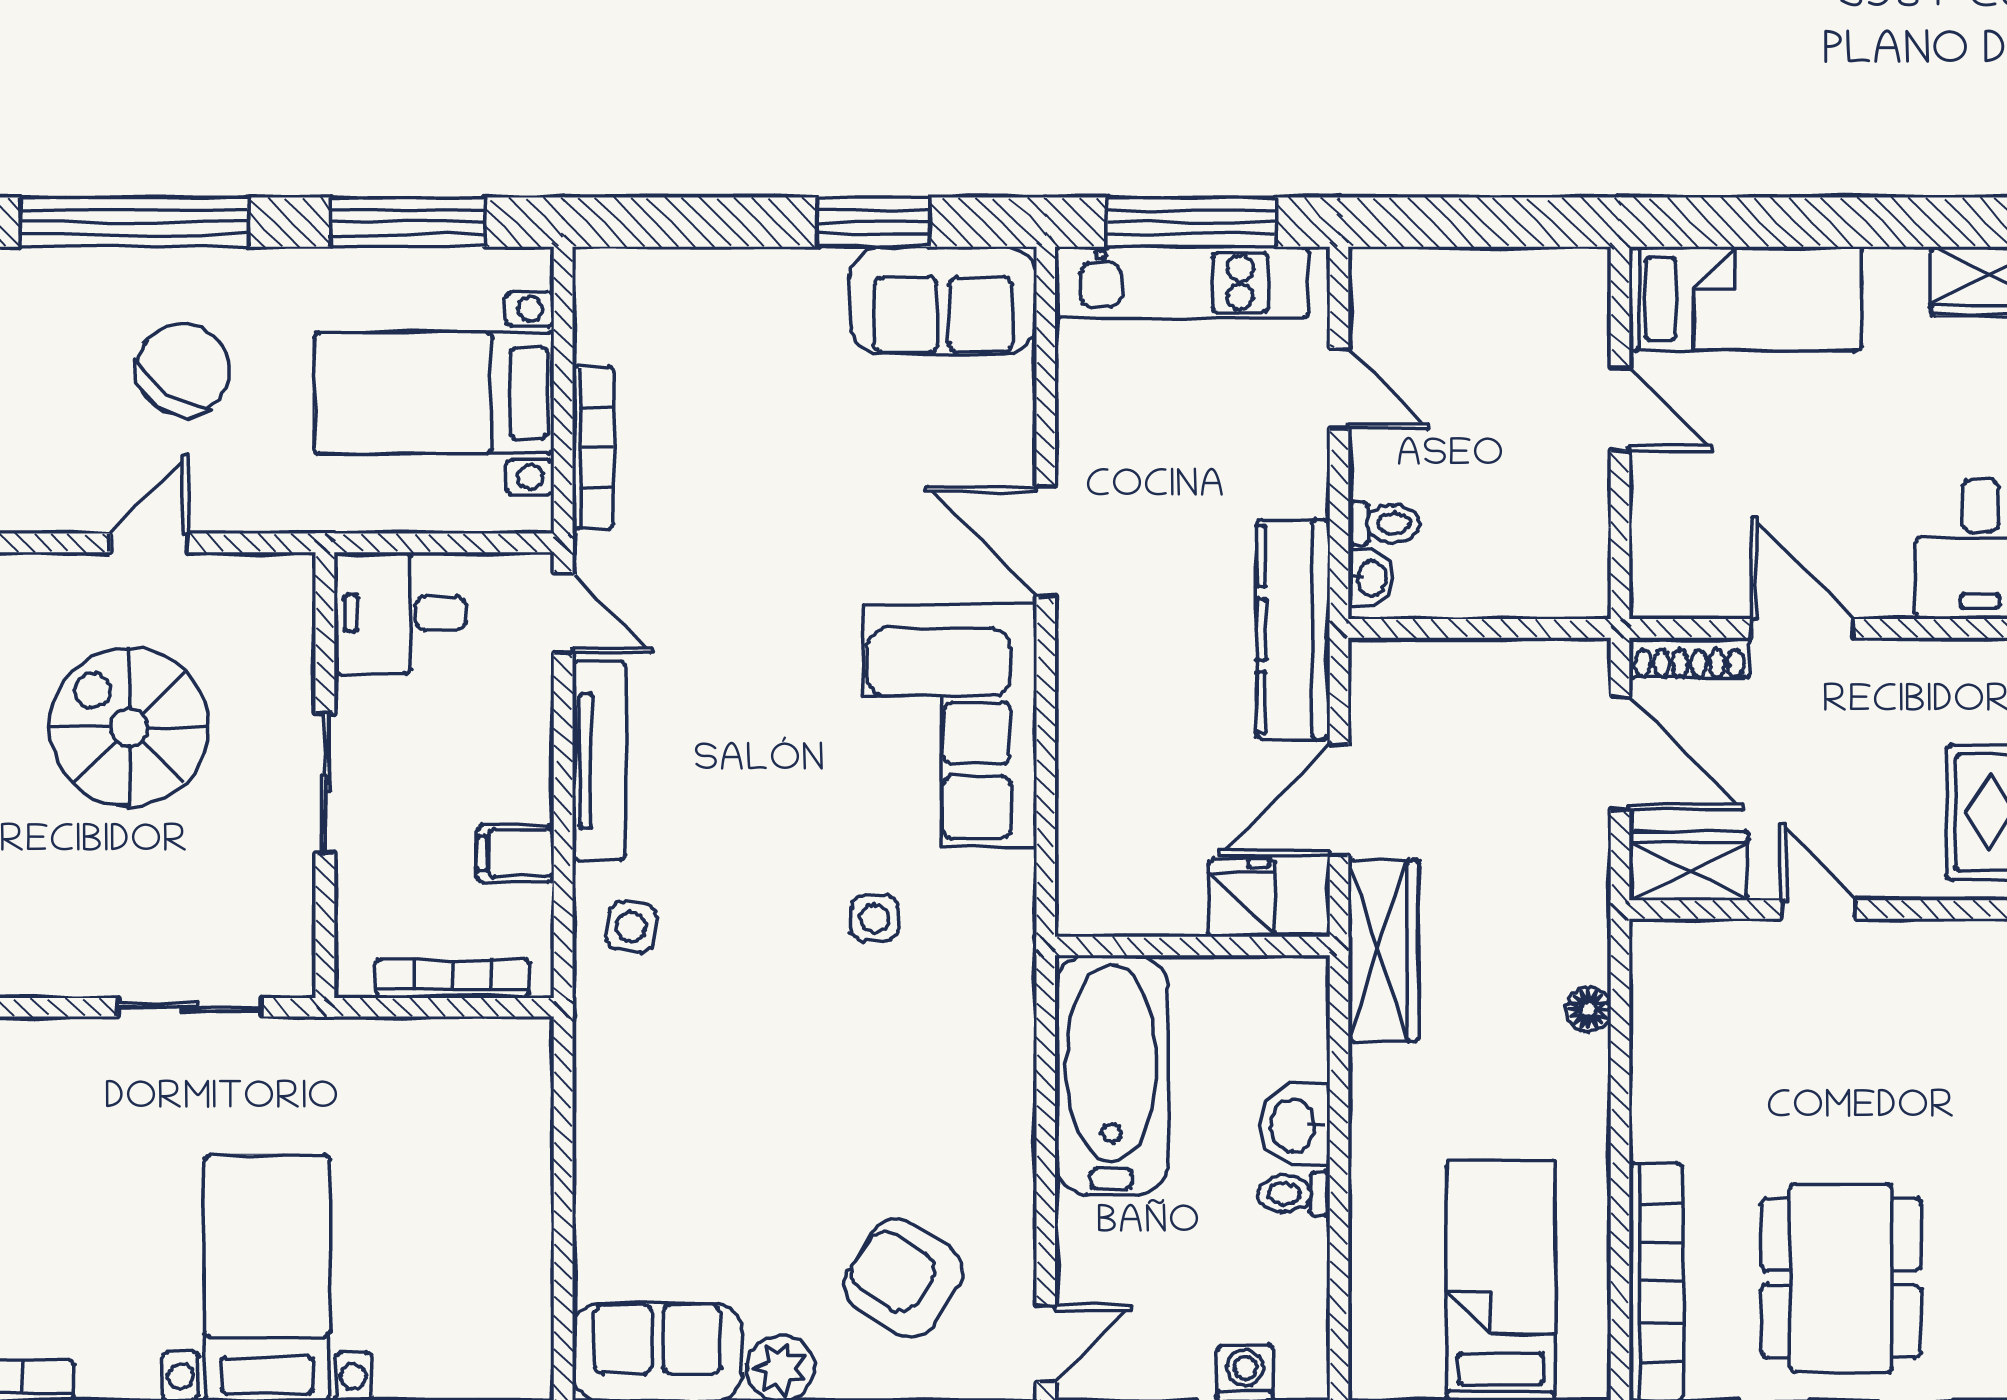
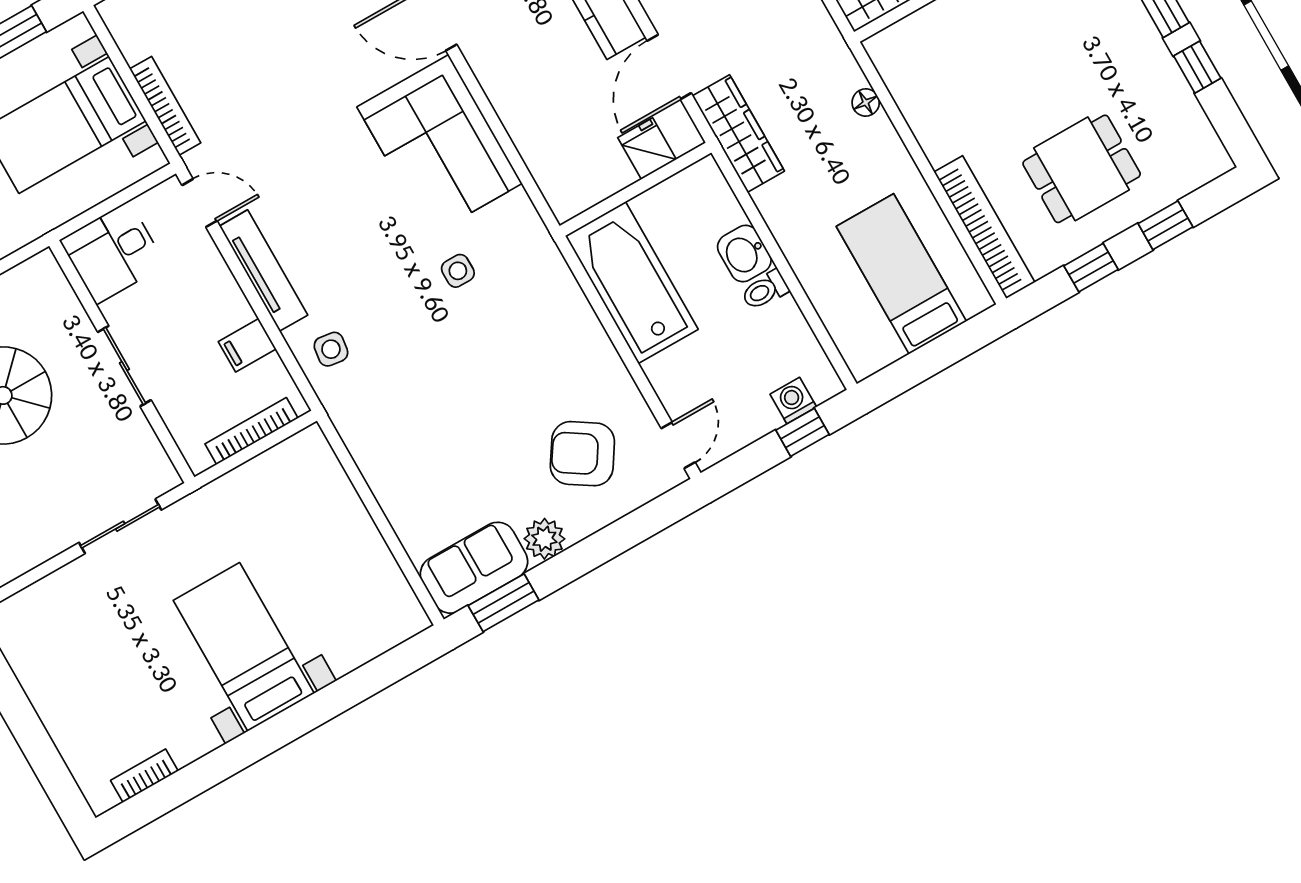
dining table: (1841, 1278) -> (1082, 169), width x0.73

